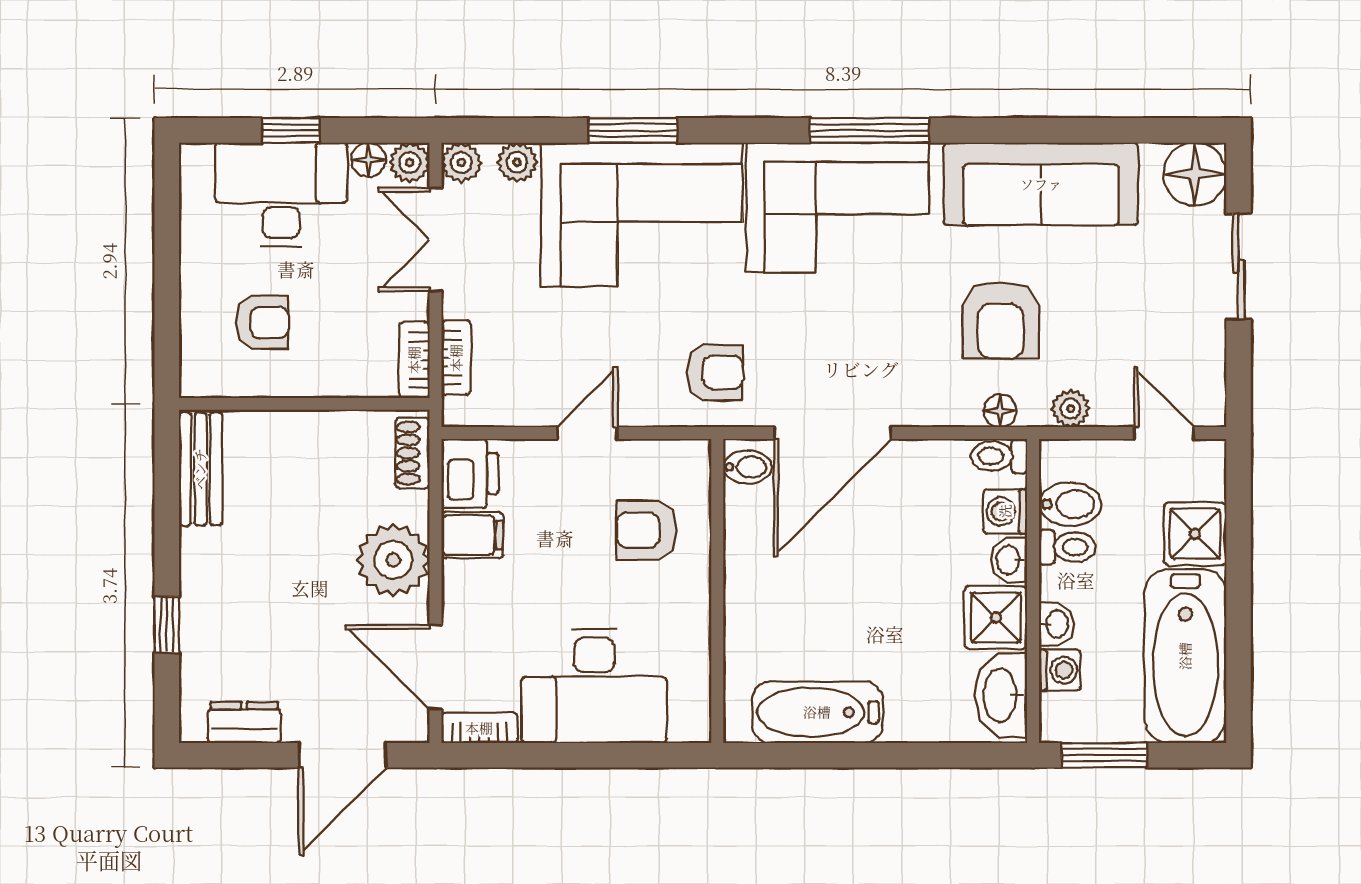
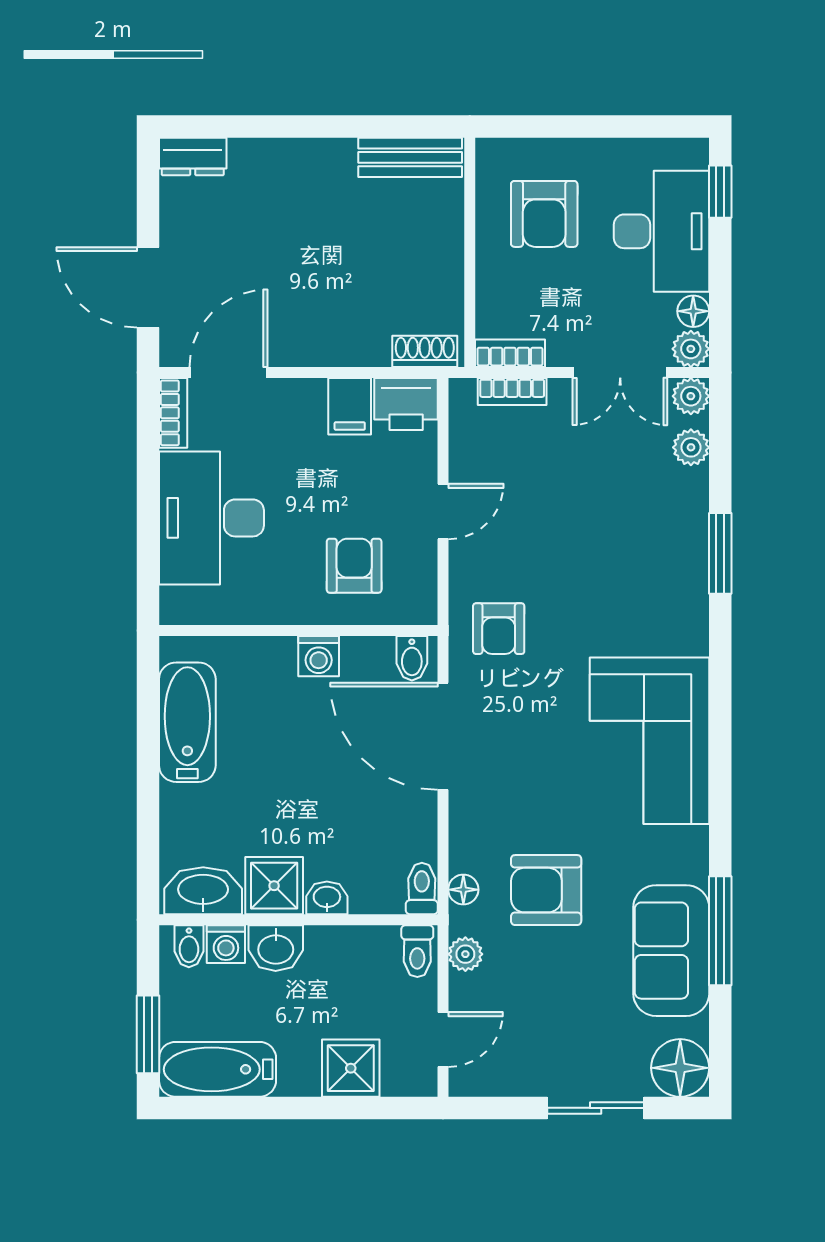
window: (291, 130) -> (720, 192), moved
window: (870, 130) -> (720, 931), moved
sofa: (1041, 184) -> (671, 951), width x0.73
corner sofa: (642, 215) -> (643, 561), removed
double door: (435, 240) -> (620, 373), swing flipped
armchair: (262, 323) -> (544, 214), width x1.38, depth x1.38
door: (587, 433) -> (443, 511), hinge flipped
bidet: (1070, 504) -> (189, 946), moved, width x0.72, depth x0.74
washing machine: (1005, 511) -> (319, 656), moved, turned 180
toilet: (1067, 547) -> (417, 951), moved
plant: (393, 560) -> (327, 334), removed
washbasin: (1056, 624) -> (276, 948), width x1.38, depth x1.45
window: (167, 625) -> (268, 126), removed
bathtub: (1185, 656) -> (218, 1069), width x0.73, depth x0.73
dresser: (244, 722) -> (193, 156), moved, turned 90
window: (1104, 755) -> (148, 1034), moved

